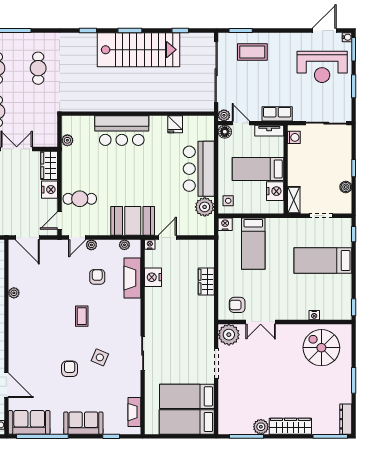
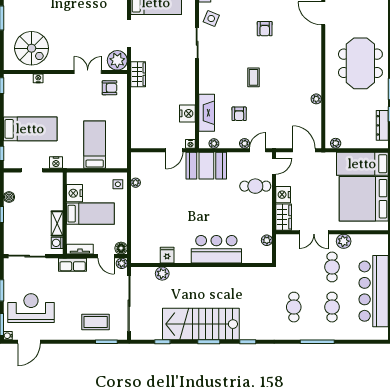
plant: (180, 104) -> (162, 274), added
bar counter: (199, 169) -> (145, 214), removed
shelving: (294, 200) -> (57, 223), moved
plant: (205, 207) -> (136, 183), width x0.53, depth x0.53
nightstand: (225, 224) -> (56, 163), moved
wardrobe: (206, 282) -> (138, 74), moved
side table: (100, 357) -> (211, 19), moved

